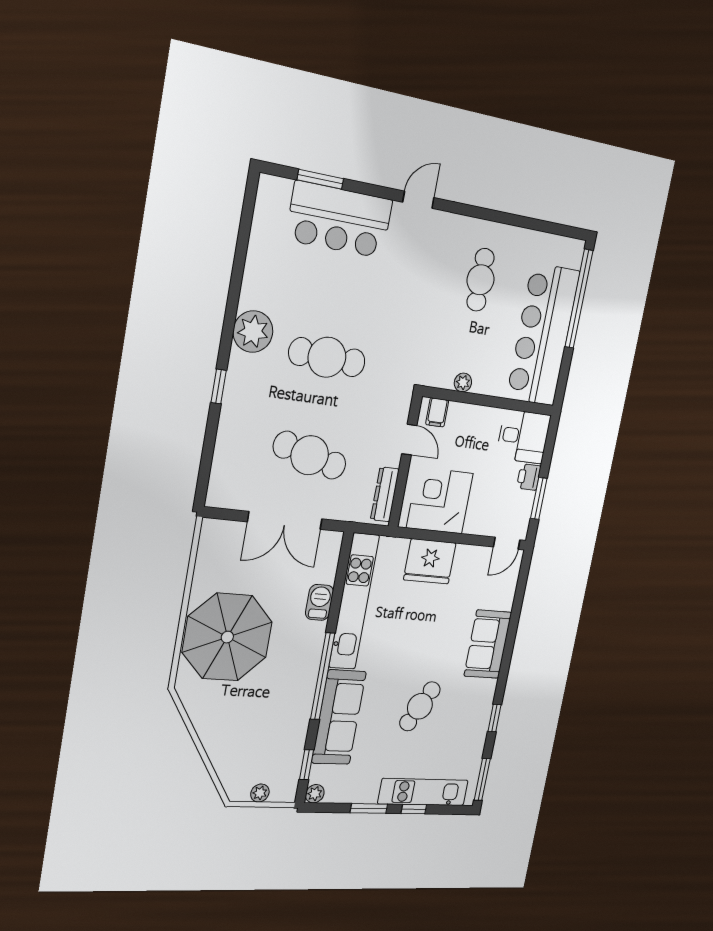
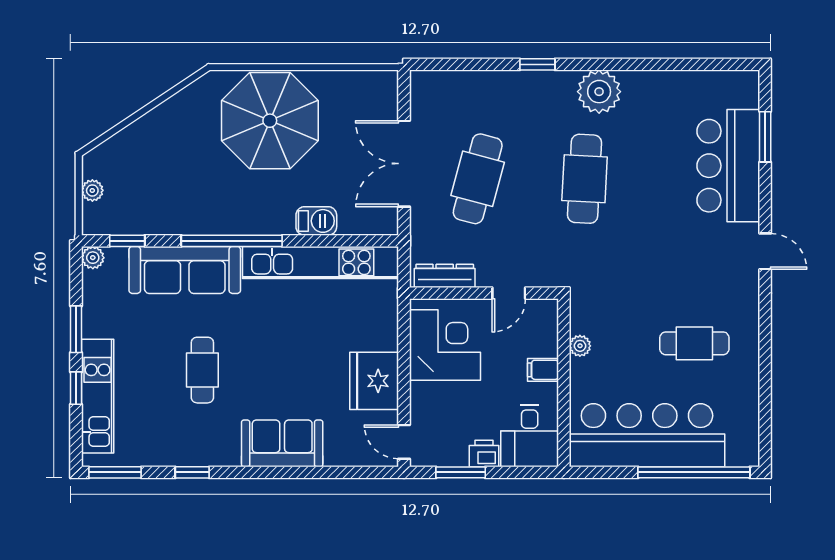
filing cabinet: (437, 412) -> (543, 370), moved
fridge: (430, 561) -> (374, 381), moved
cafe table: (420, 706) -> (202, 370), turned 61

